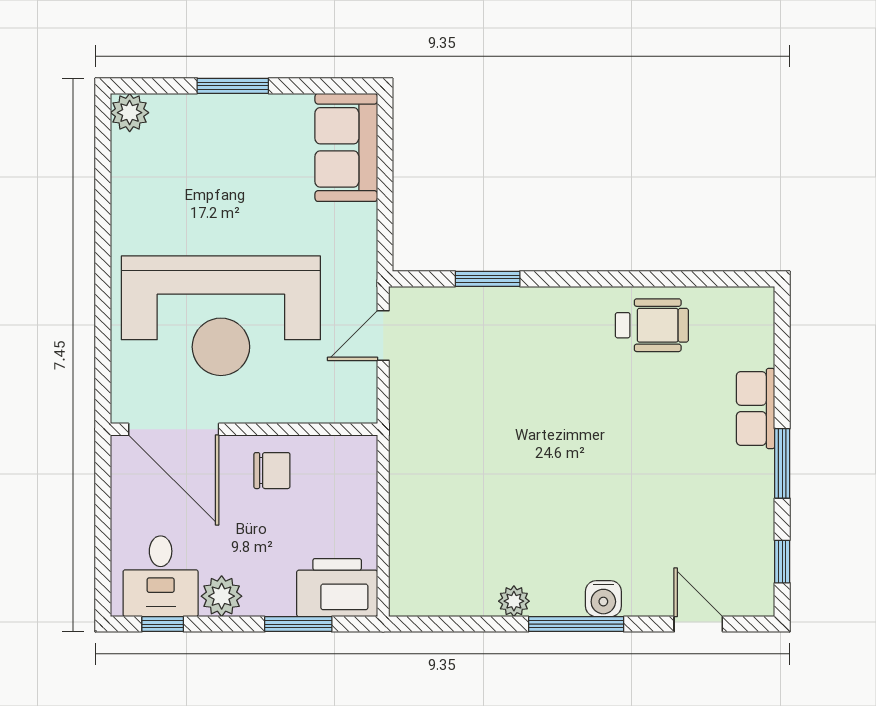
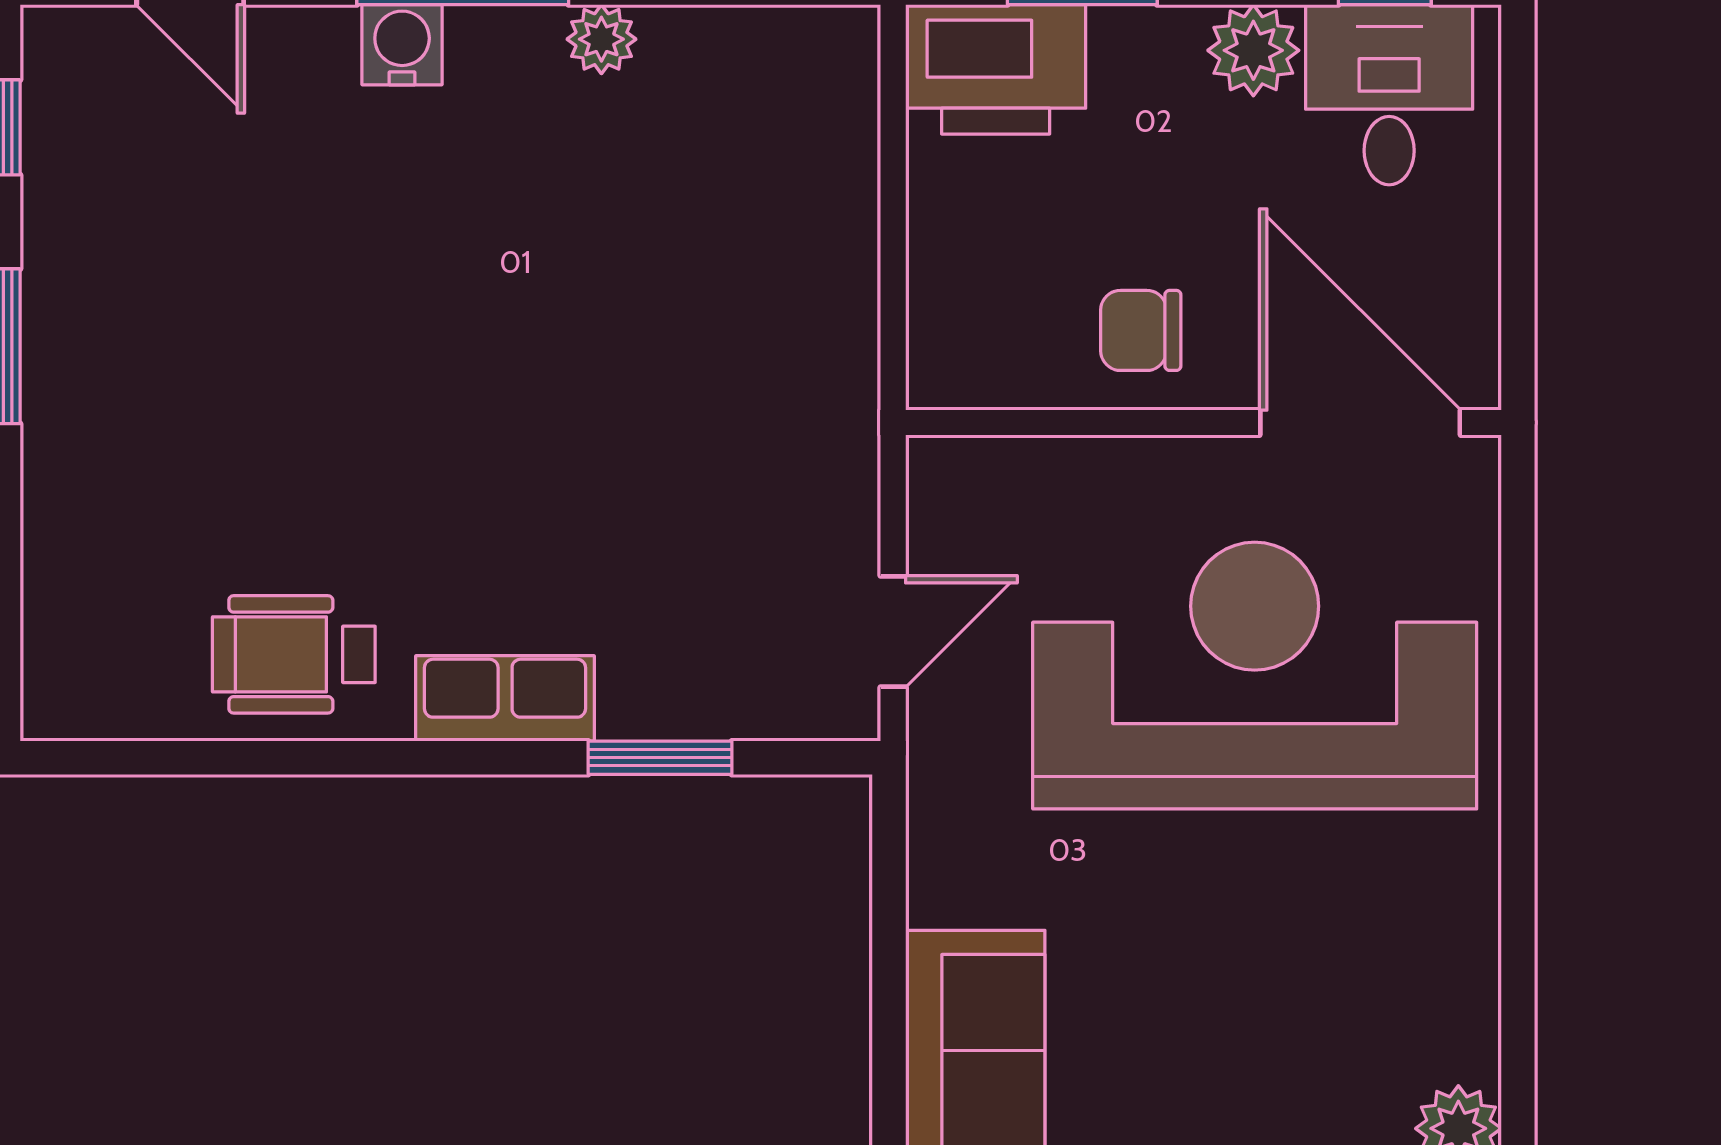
row of seats: (756, 408) -> (505, 698), moved, turned -90

